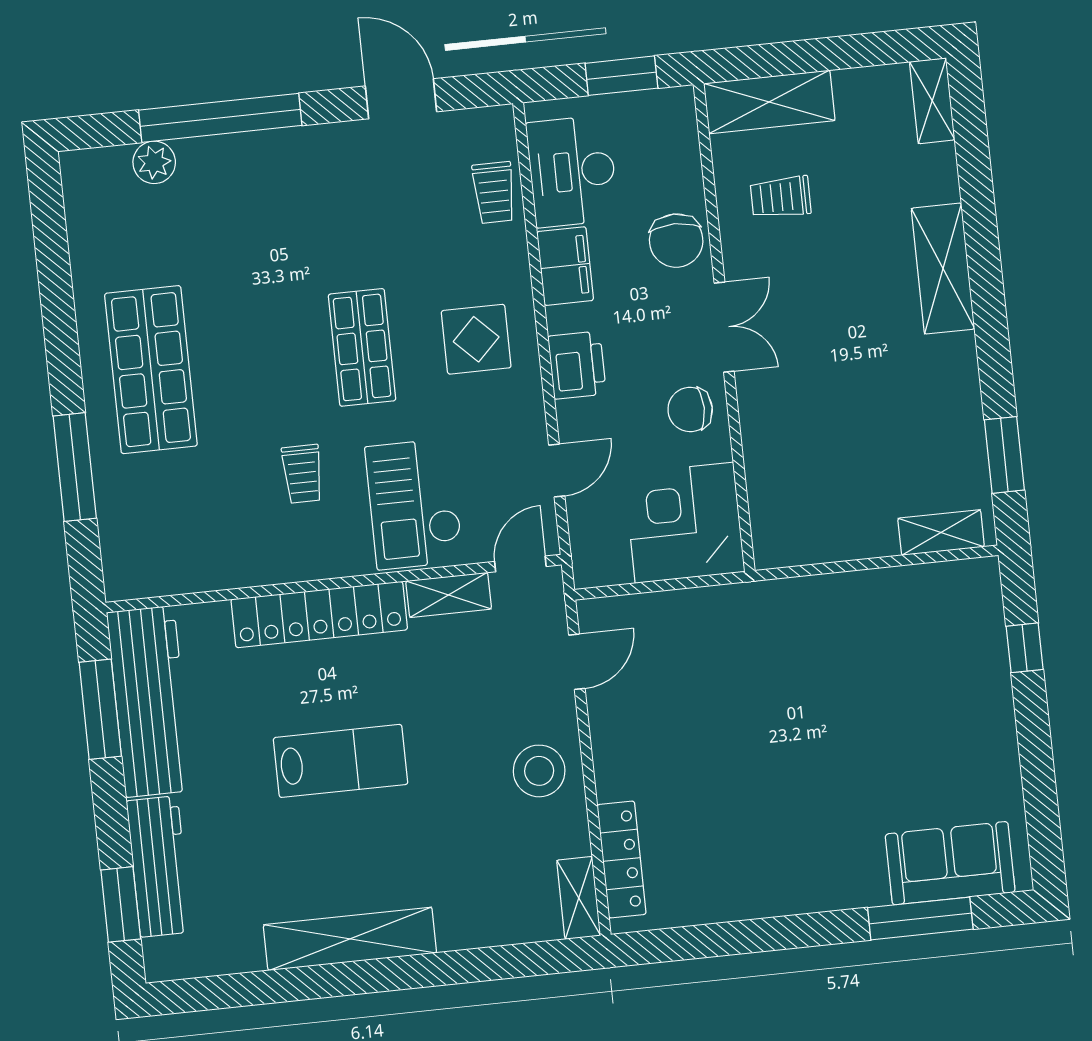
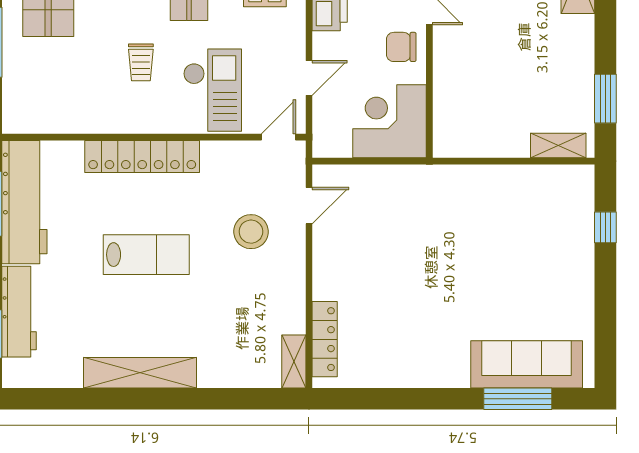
checkout: (414, 504) -> (213, 90), turned 180
shelving: (449, 595) -> (229, 153), removed
stool: (539, 771) -> (251, 232), moved
sofa: (950, 863) -> (527, 364), width x1.36

